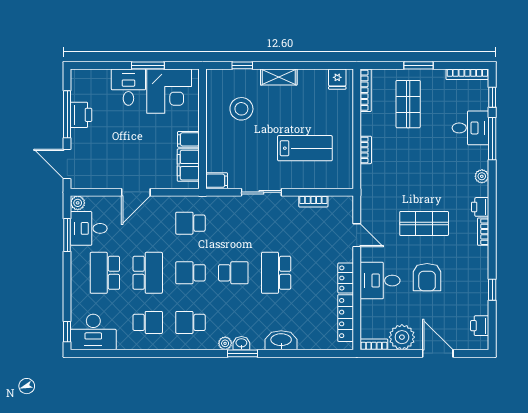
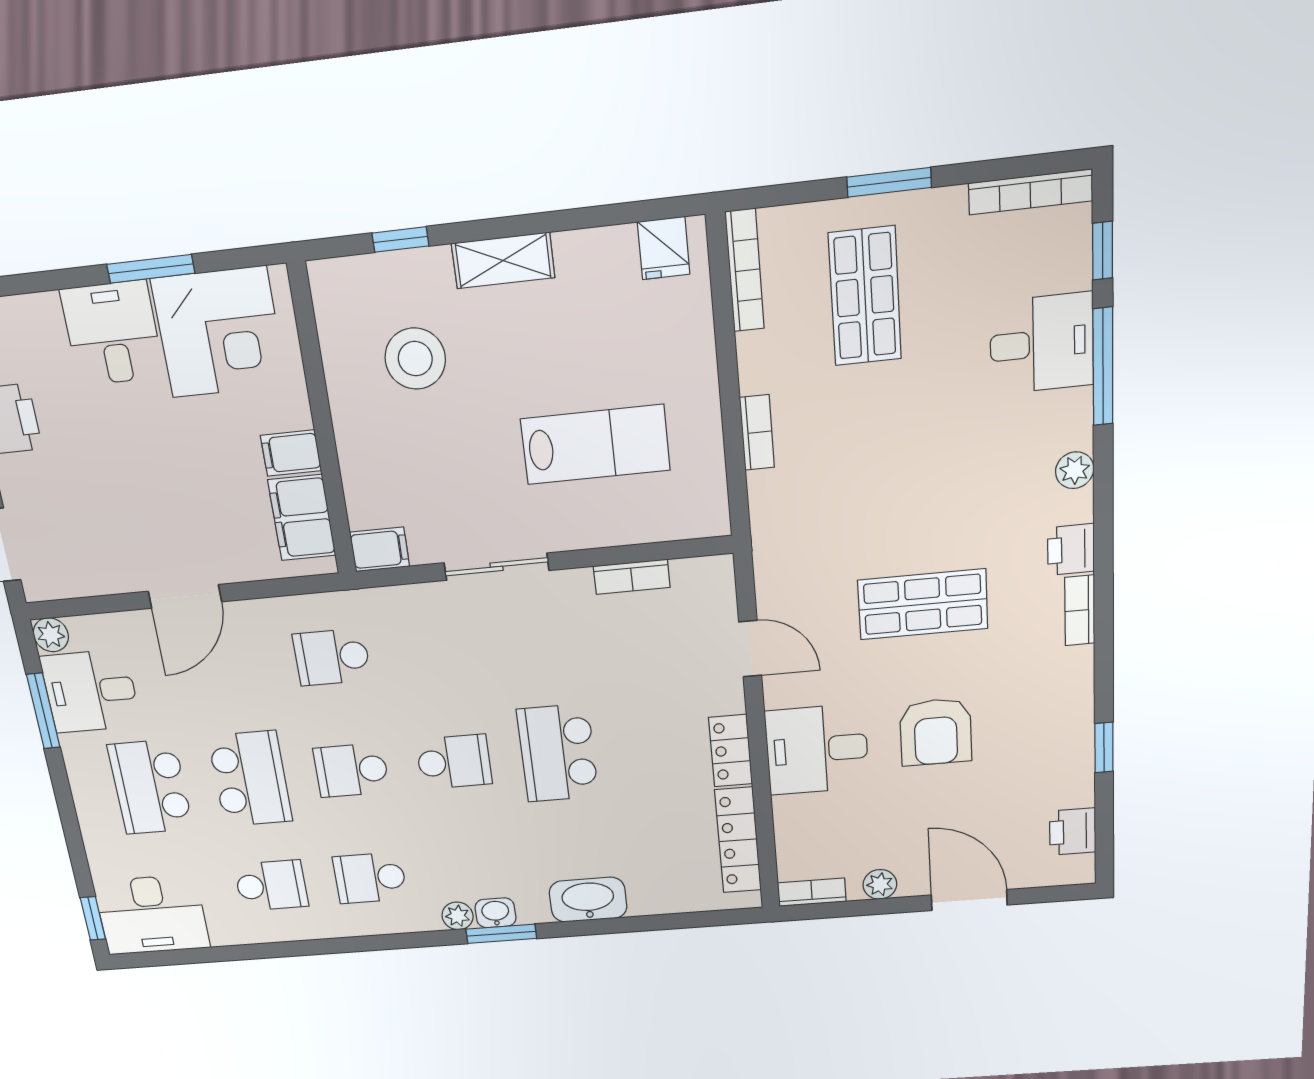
plant: (402, 337) -> (880, 884), width x0.53, depth x0.53

